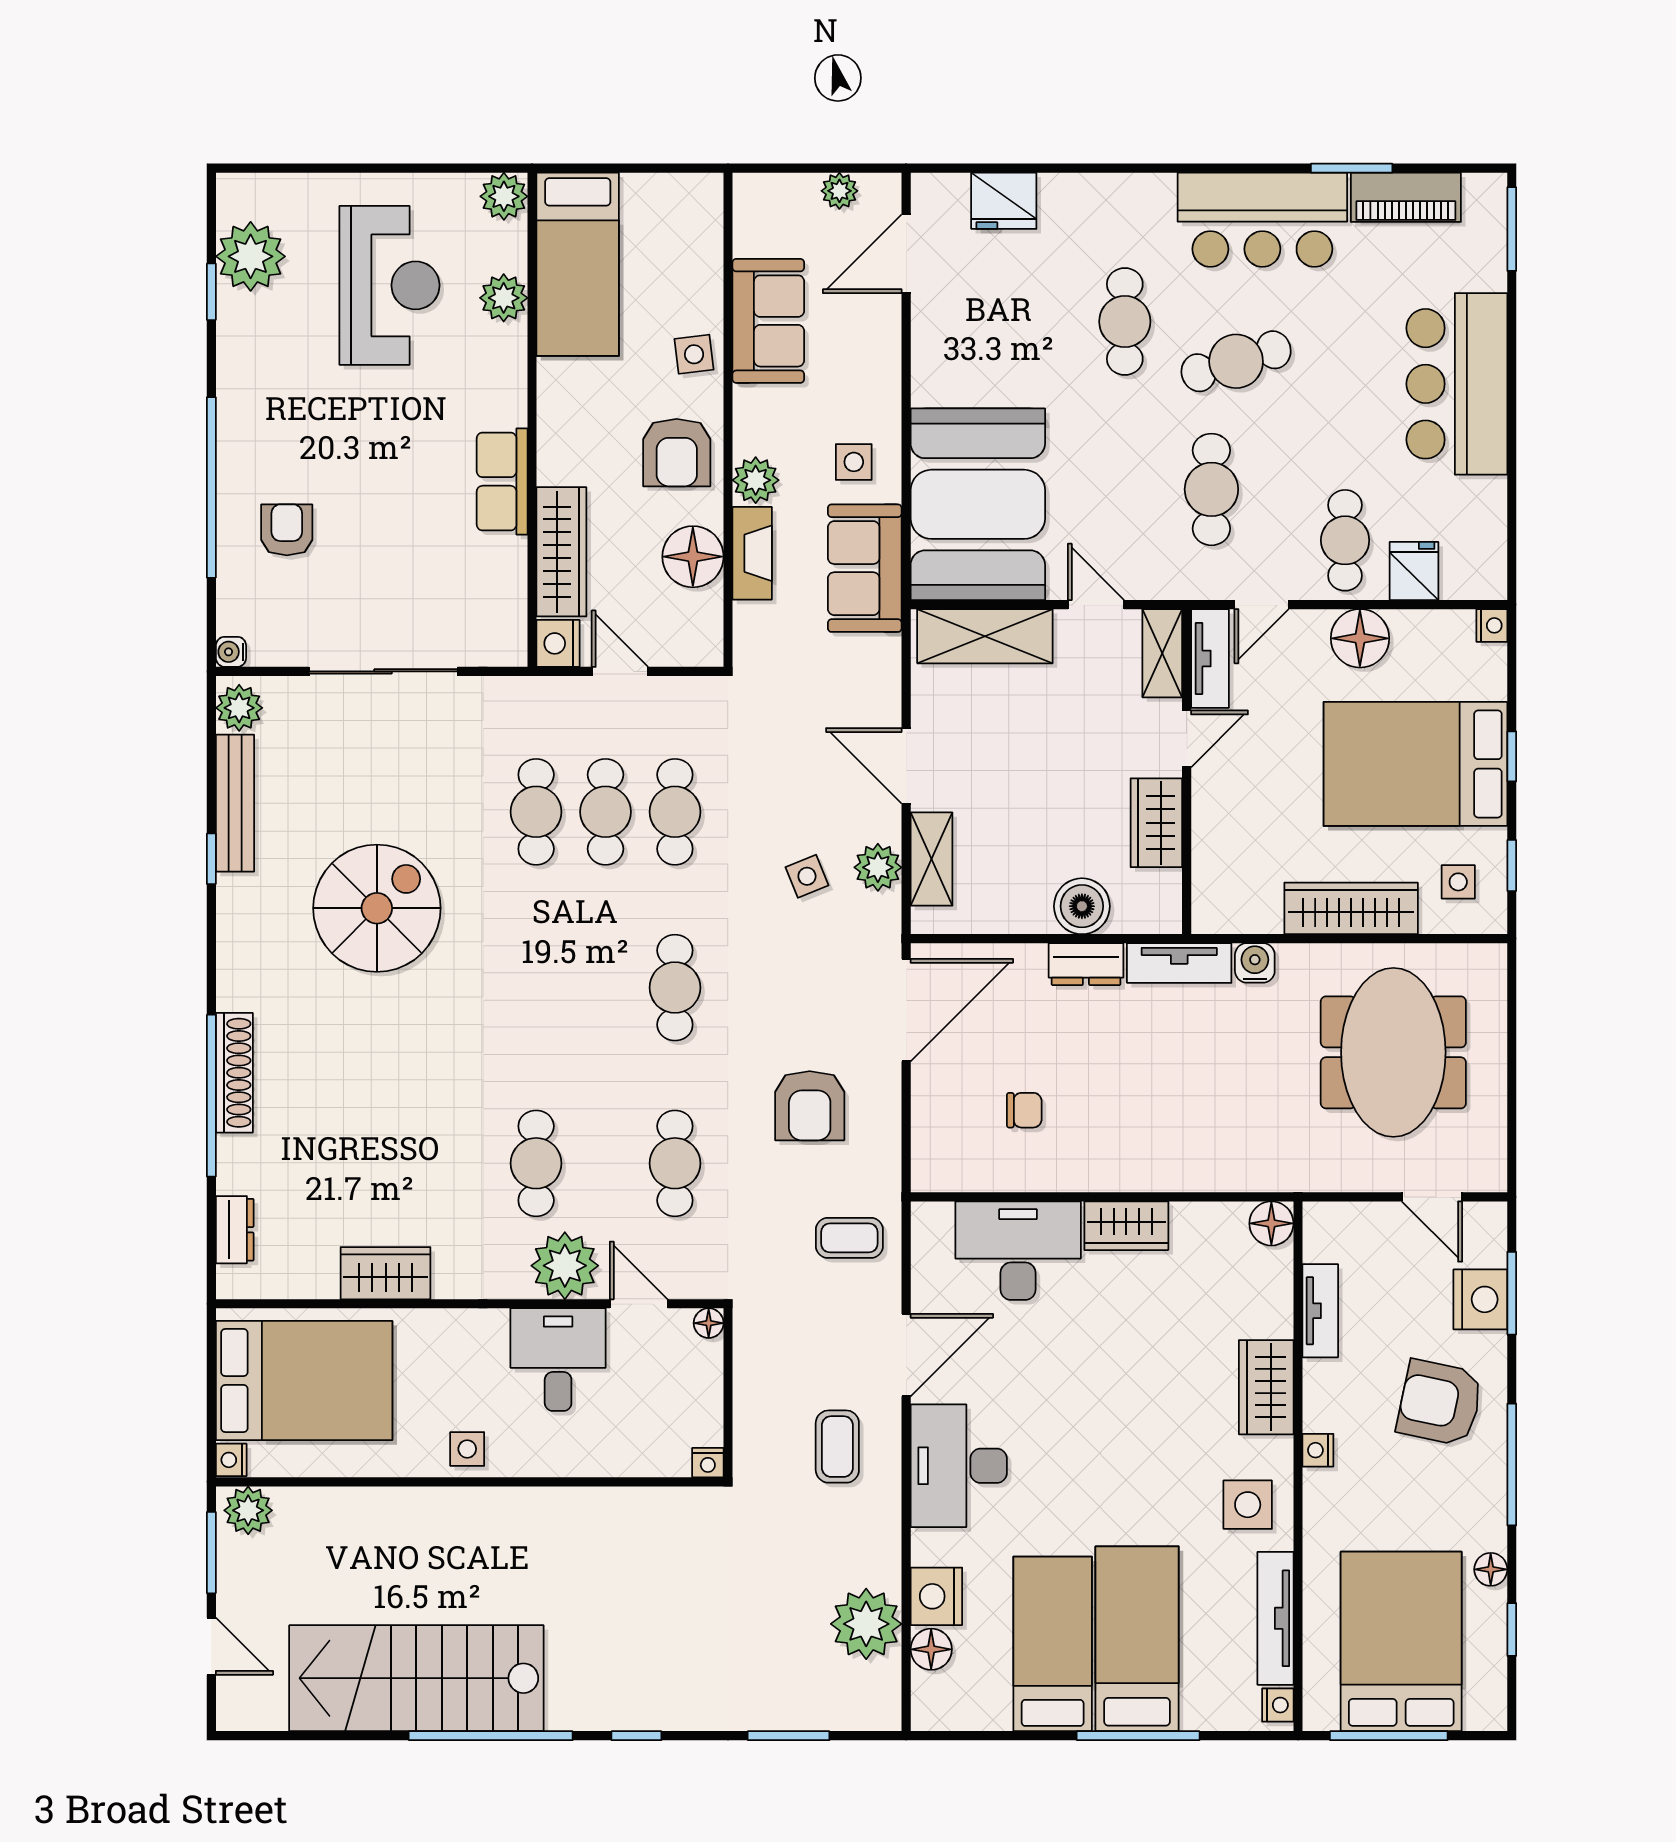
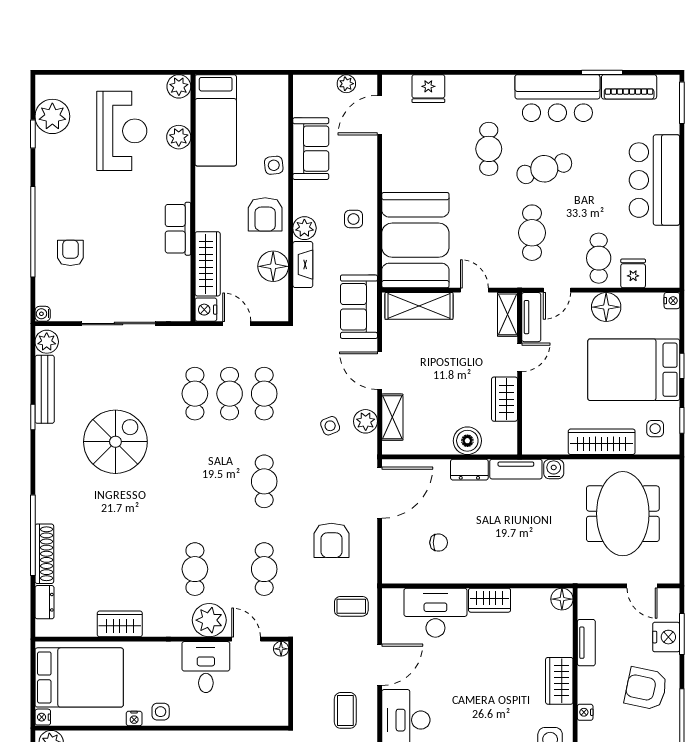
sofa: (865, 568) -> (359, 307), moved
shoe rack: (234, 1073) -> (44, 554), moved
nightstand: (708, 1463) -> (134, 718), moved

